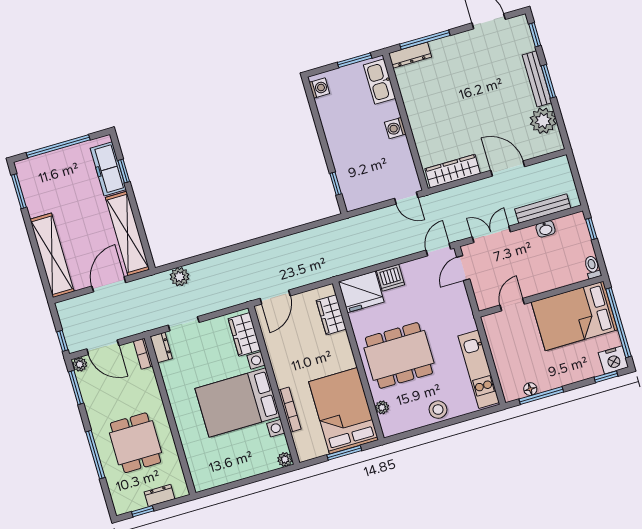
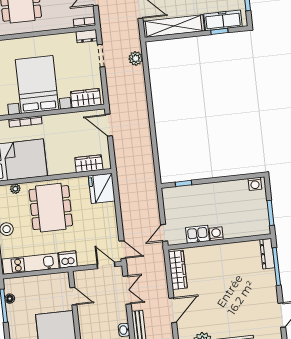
kitchen sink: (380, 82) -> (197, 234), moved, width x0.73
dishwasher: (391, 278) -> (68, 259), moved, turned 90

